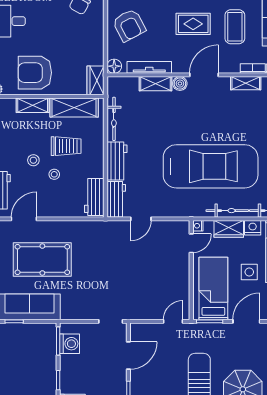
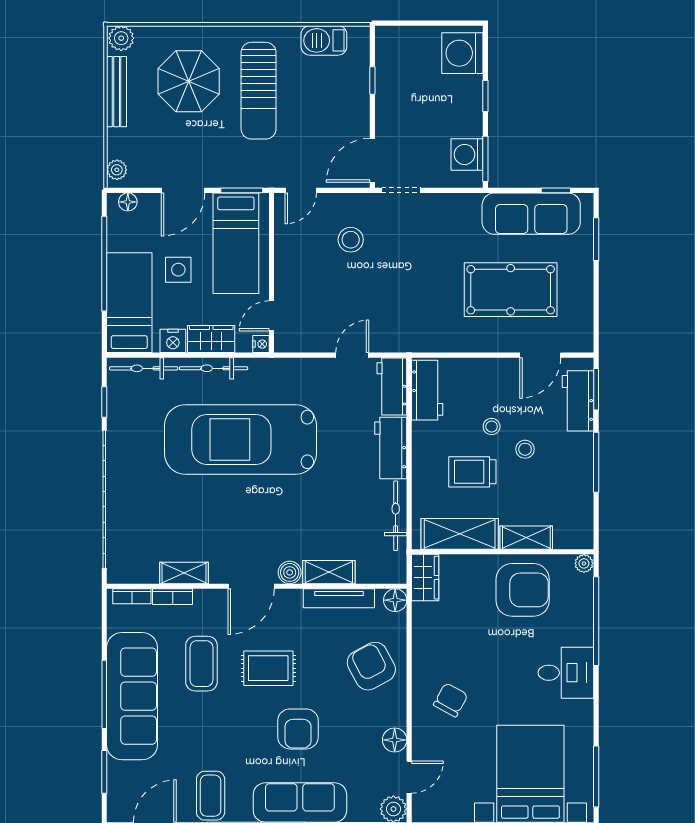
stool: (142, 291) -> (351, 240), added
door: (128, 356) -> (372, 160), moved

